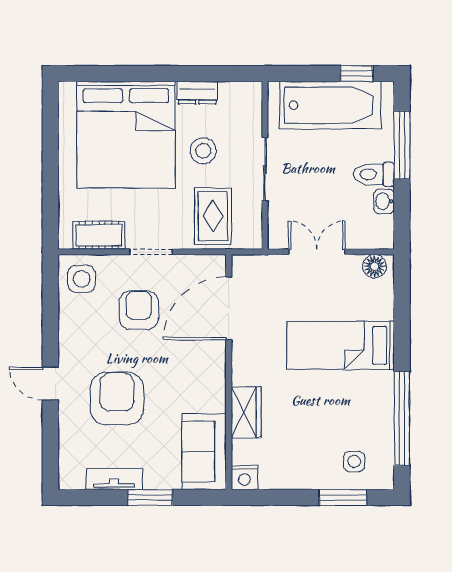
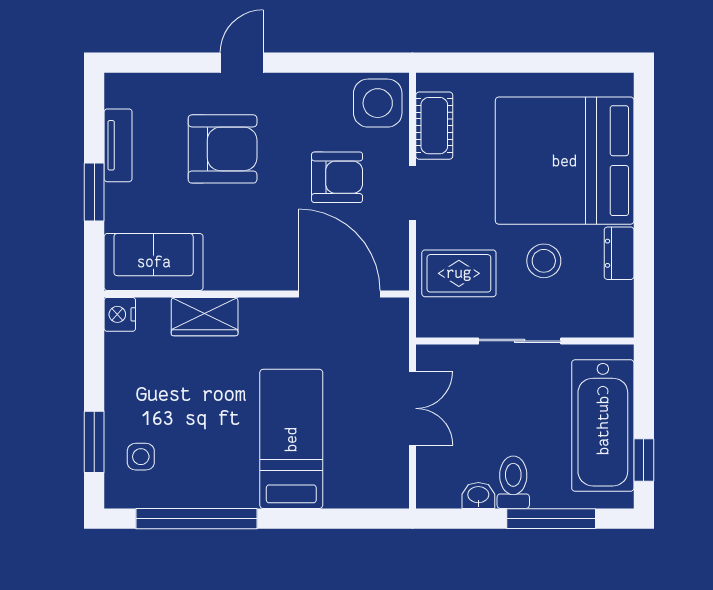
floor lamp: (374, 266) -> (394, 483), removed
side table: (82, 279) -> (378, 103), width x1.37, depth x1.37

